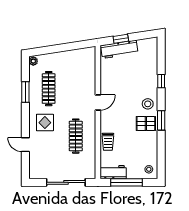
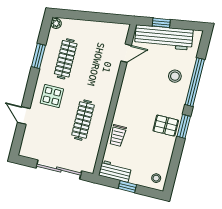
workbench: (119, 49) -> (164, 37), width x1.36, depth x1.32
window: (161, 81) -> (195, 82), width x3.17
door: (98, 102) -> (126, 53), moved
stool: (148, 104) -> (175, 76), moved
window: (127, 182) -> (127, 187), width x0.46

